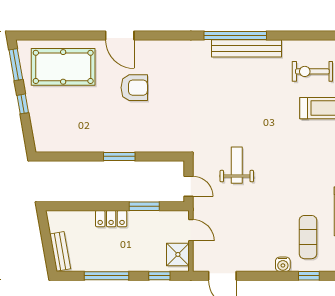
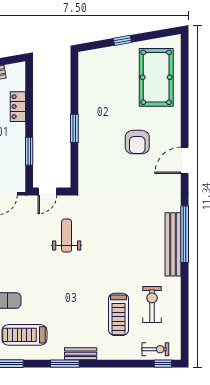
door: (120, 36) -> (185, 160), moved
window: (16, 65) -> (158, 34), removed
weight bench: (237, 165) -> (67, 236), turned -90
locker: (111, 219) -> (18, 107), moved

